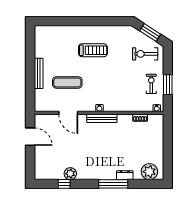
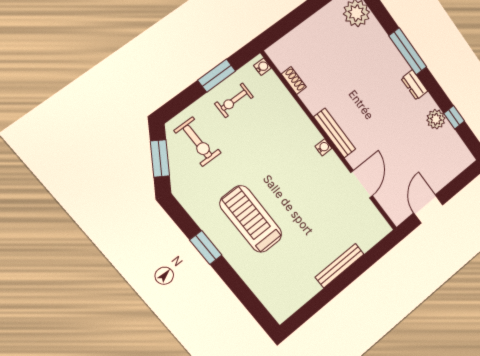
window: (96, 21) -> (206, 248), added
treadmill: (93, 50) -> (251, 219), width x1.37, depth x1.38
exercise mat: (67, 82) -> (322, 218), removed
dresser: (125, 175) -> (414, 85), moved

